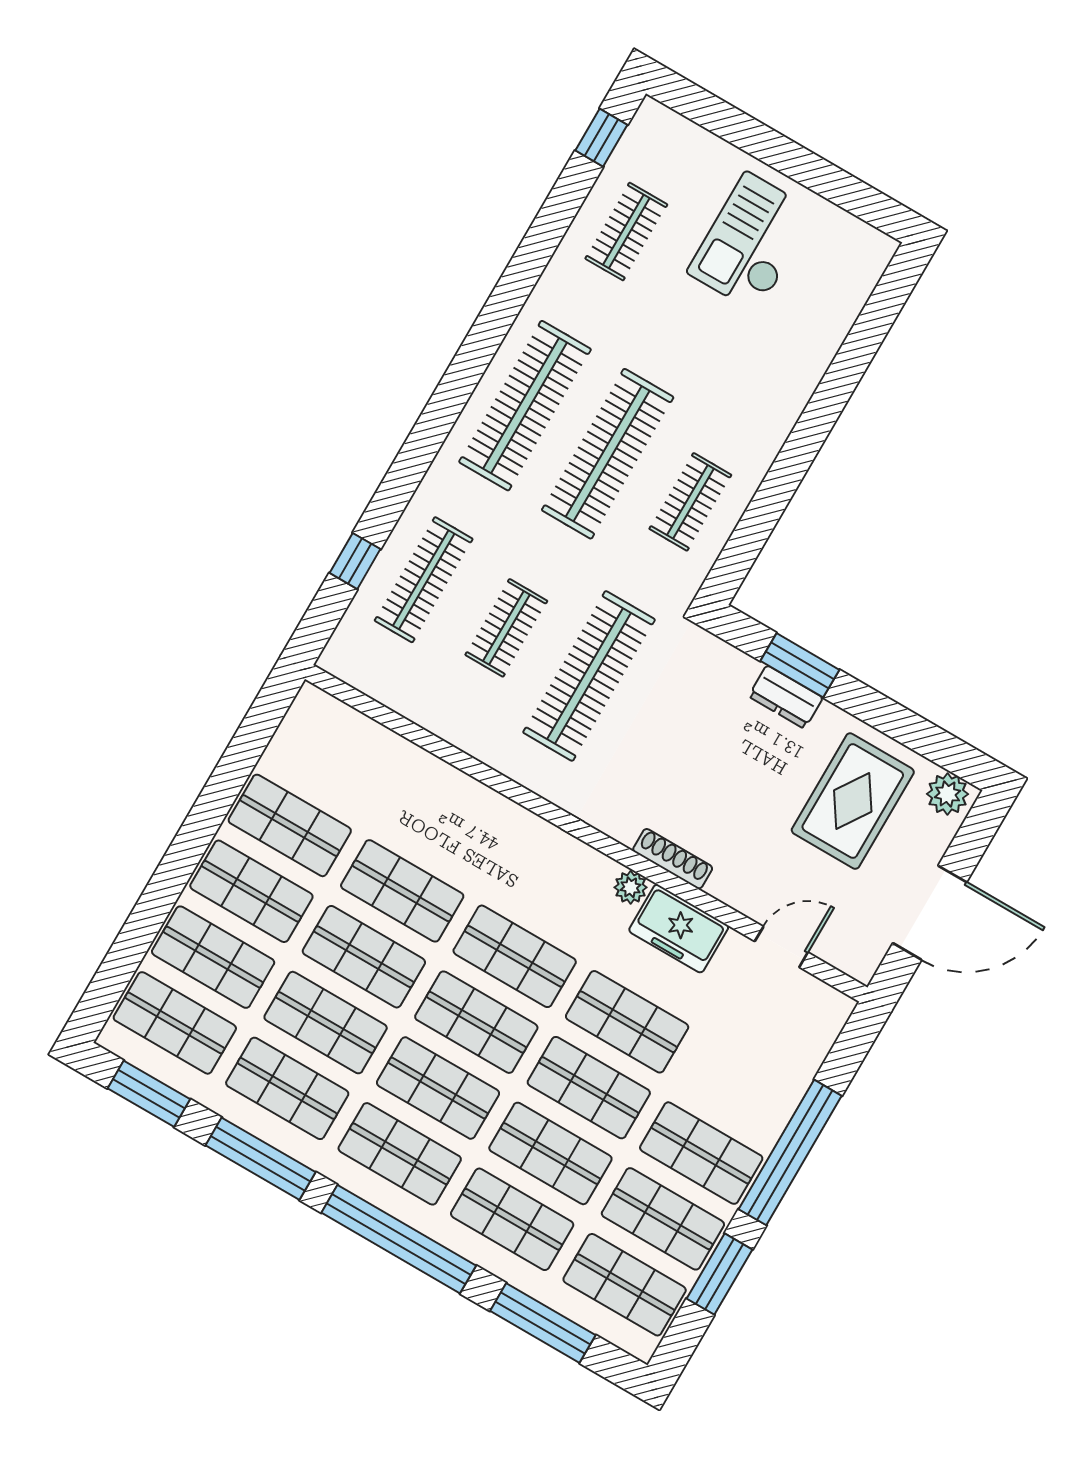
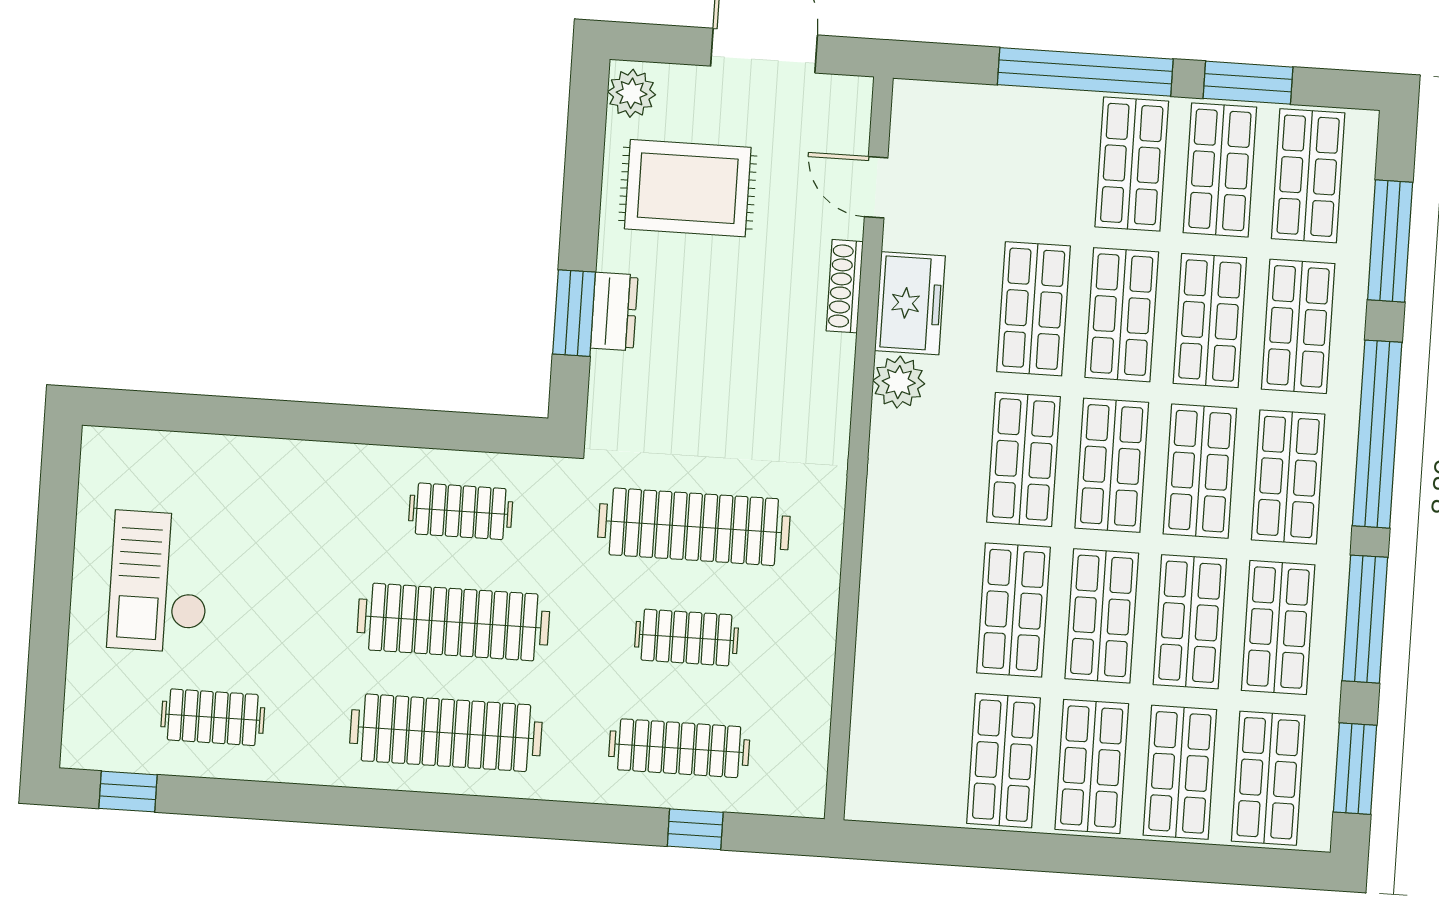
checkout: (752, 242) -> (159, 582), turned 90
shoe rack: (673, 859) -> (845, 286), moved
plant: (631, 887) -> (899, 382), width x1.38, depth x1.38

